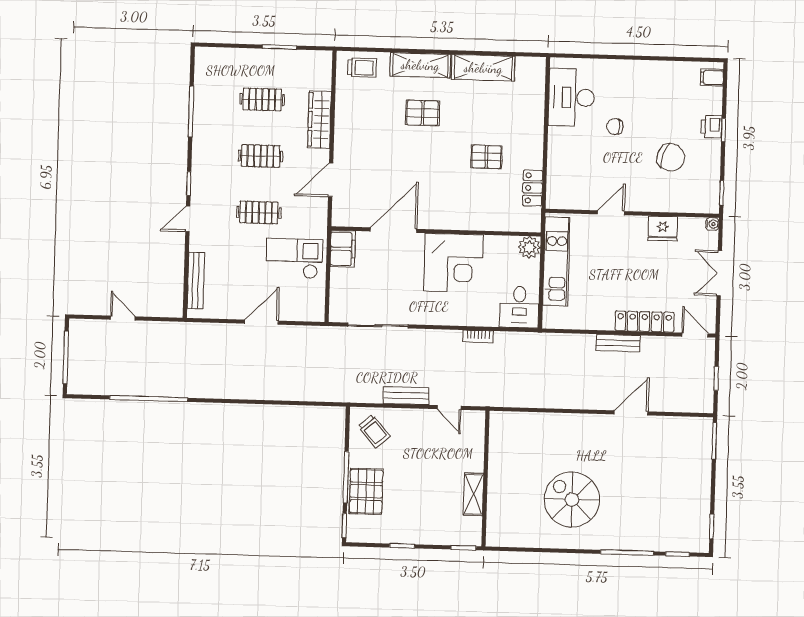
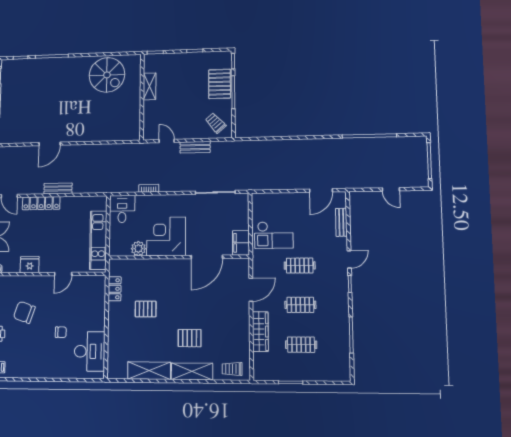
plant: (529, 247) -> (138, 249), moved
bench: (196, 280) -> (341, 222), width x0.73
door: (261, 322) -> (321, 191), moved
spiral stairs: (572, 500) -> (107, 75), moved

